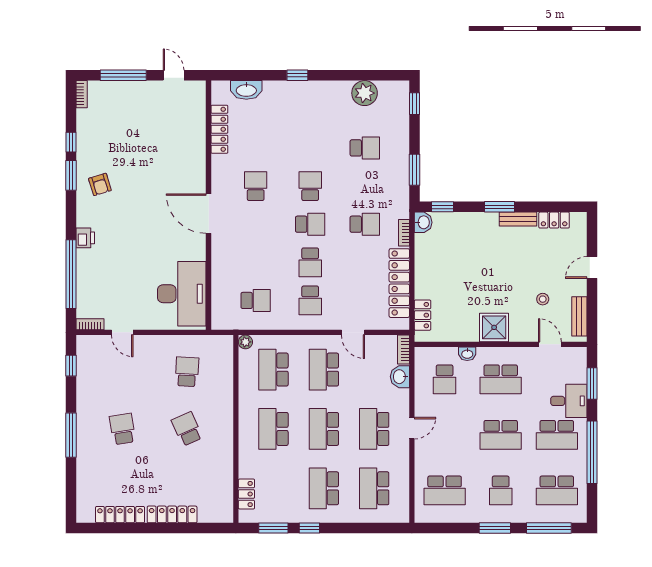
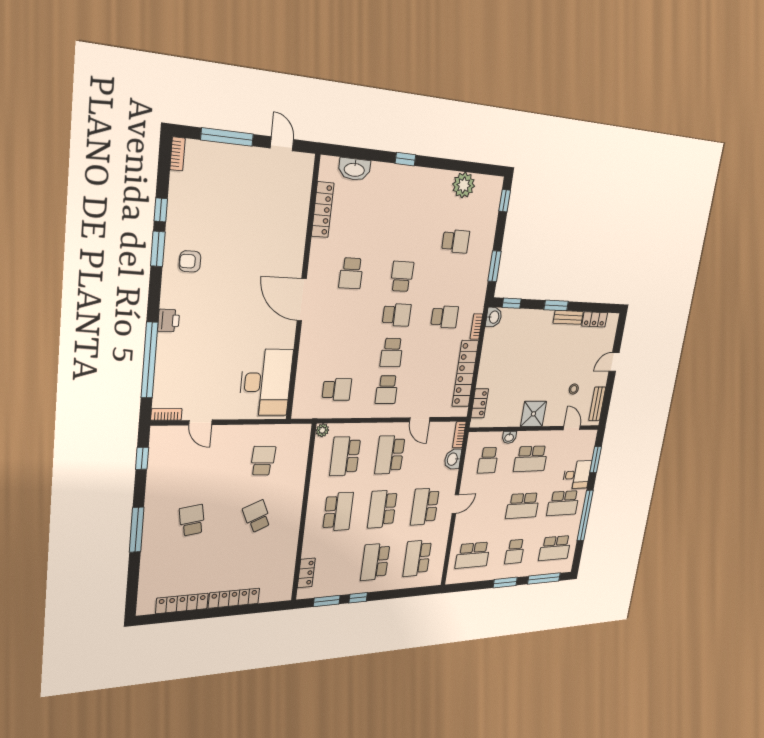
armchair: (100, 184) -> (190, 261), turned 107
school desk: (256, 186) -> (351, 273), turned 180
school desk: (273, 429) -> (338, 512), turned 180

